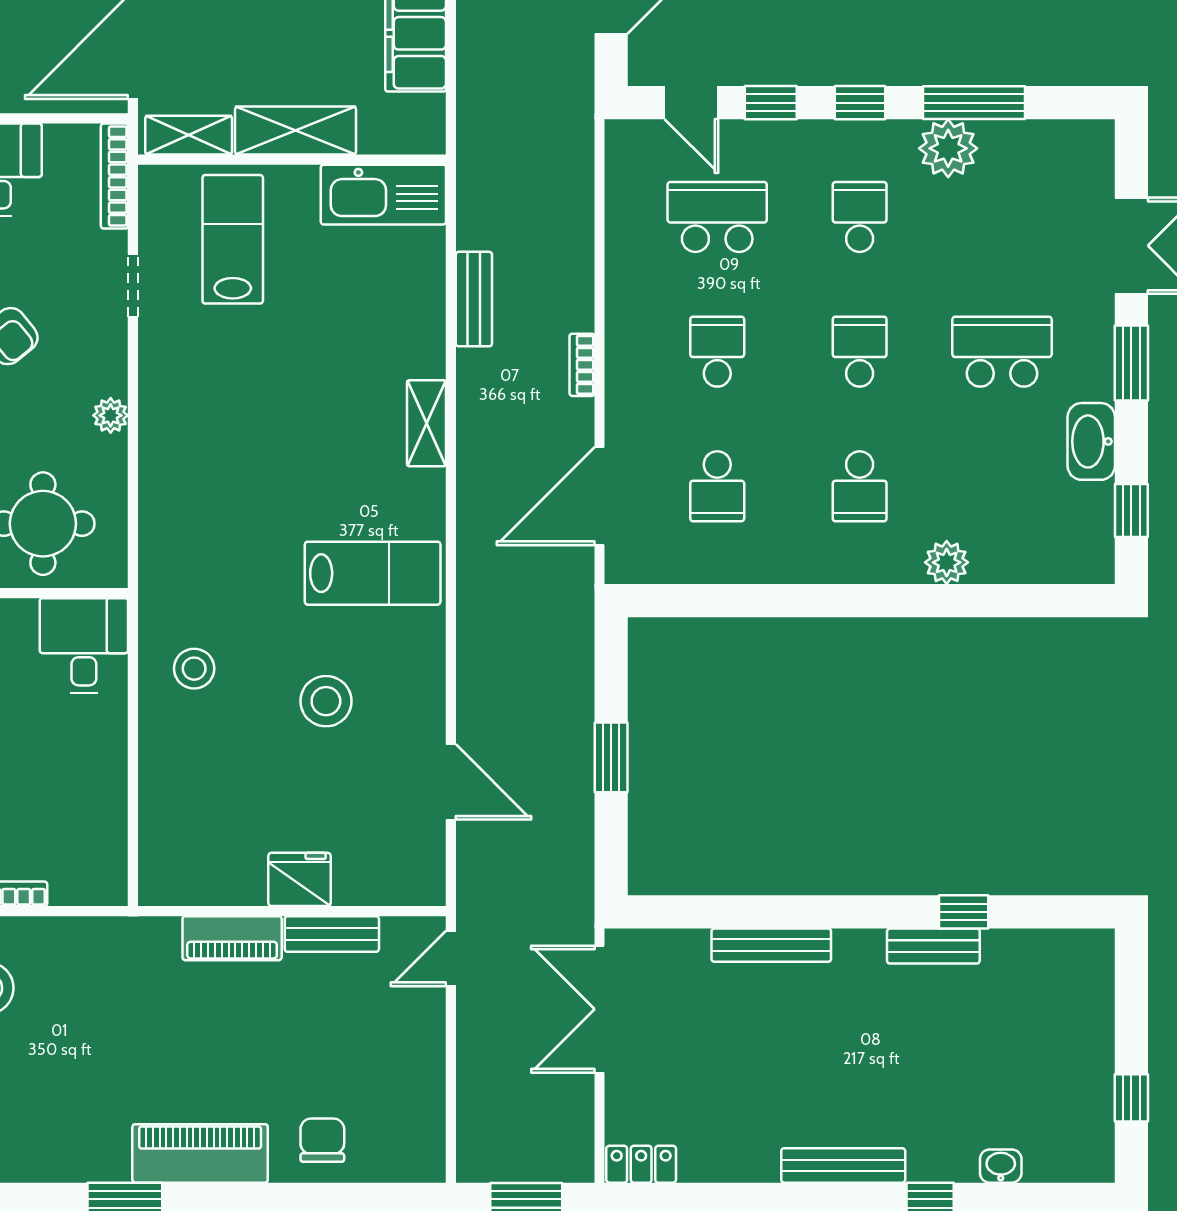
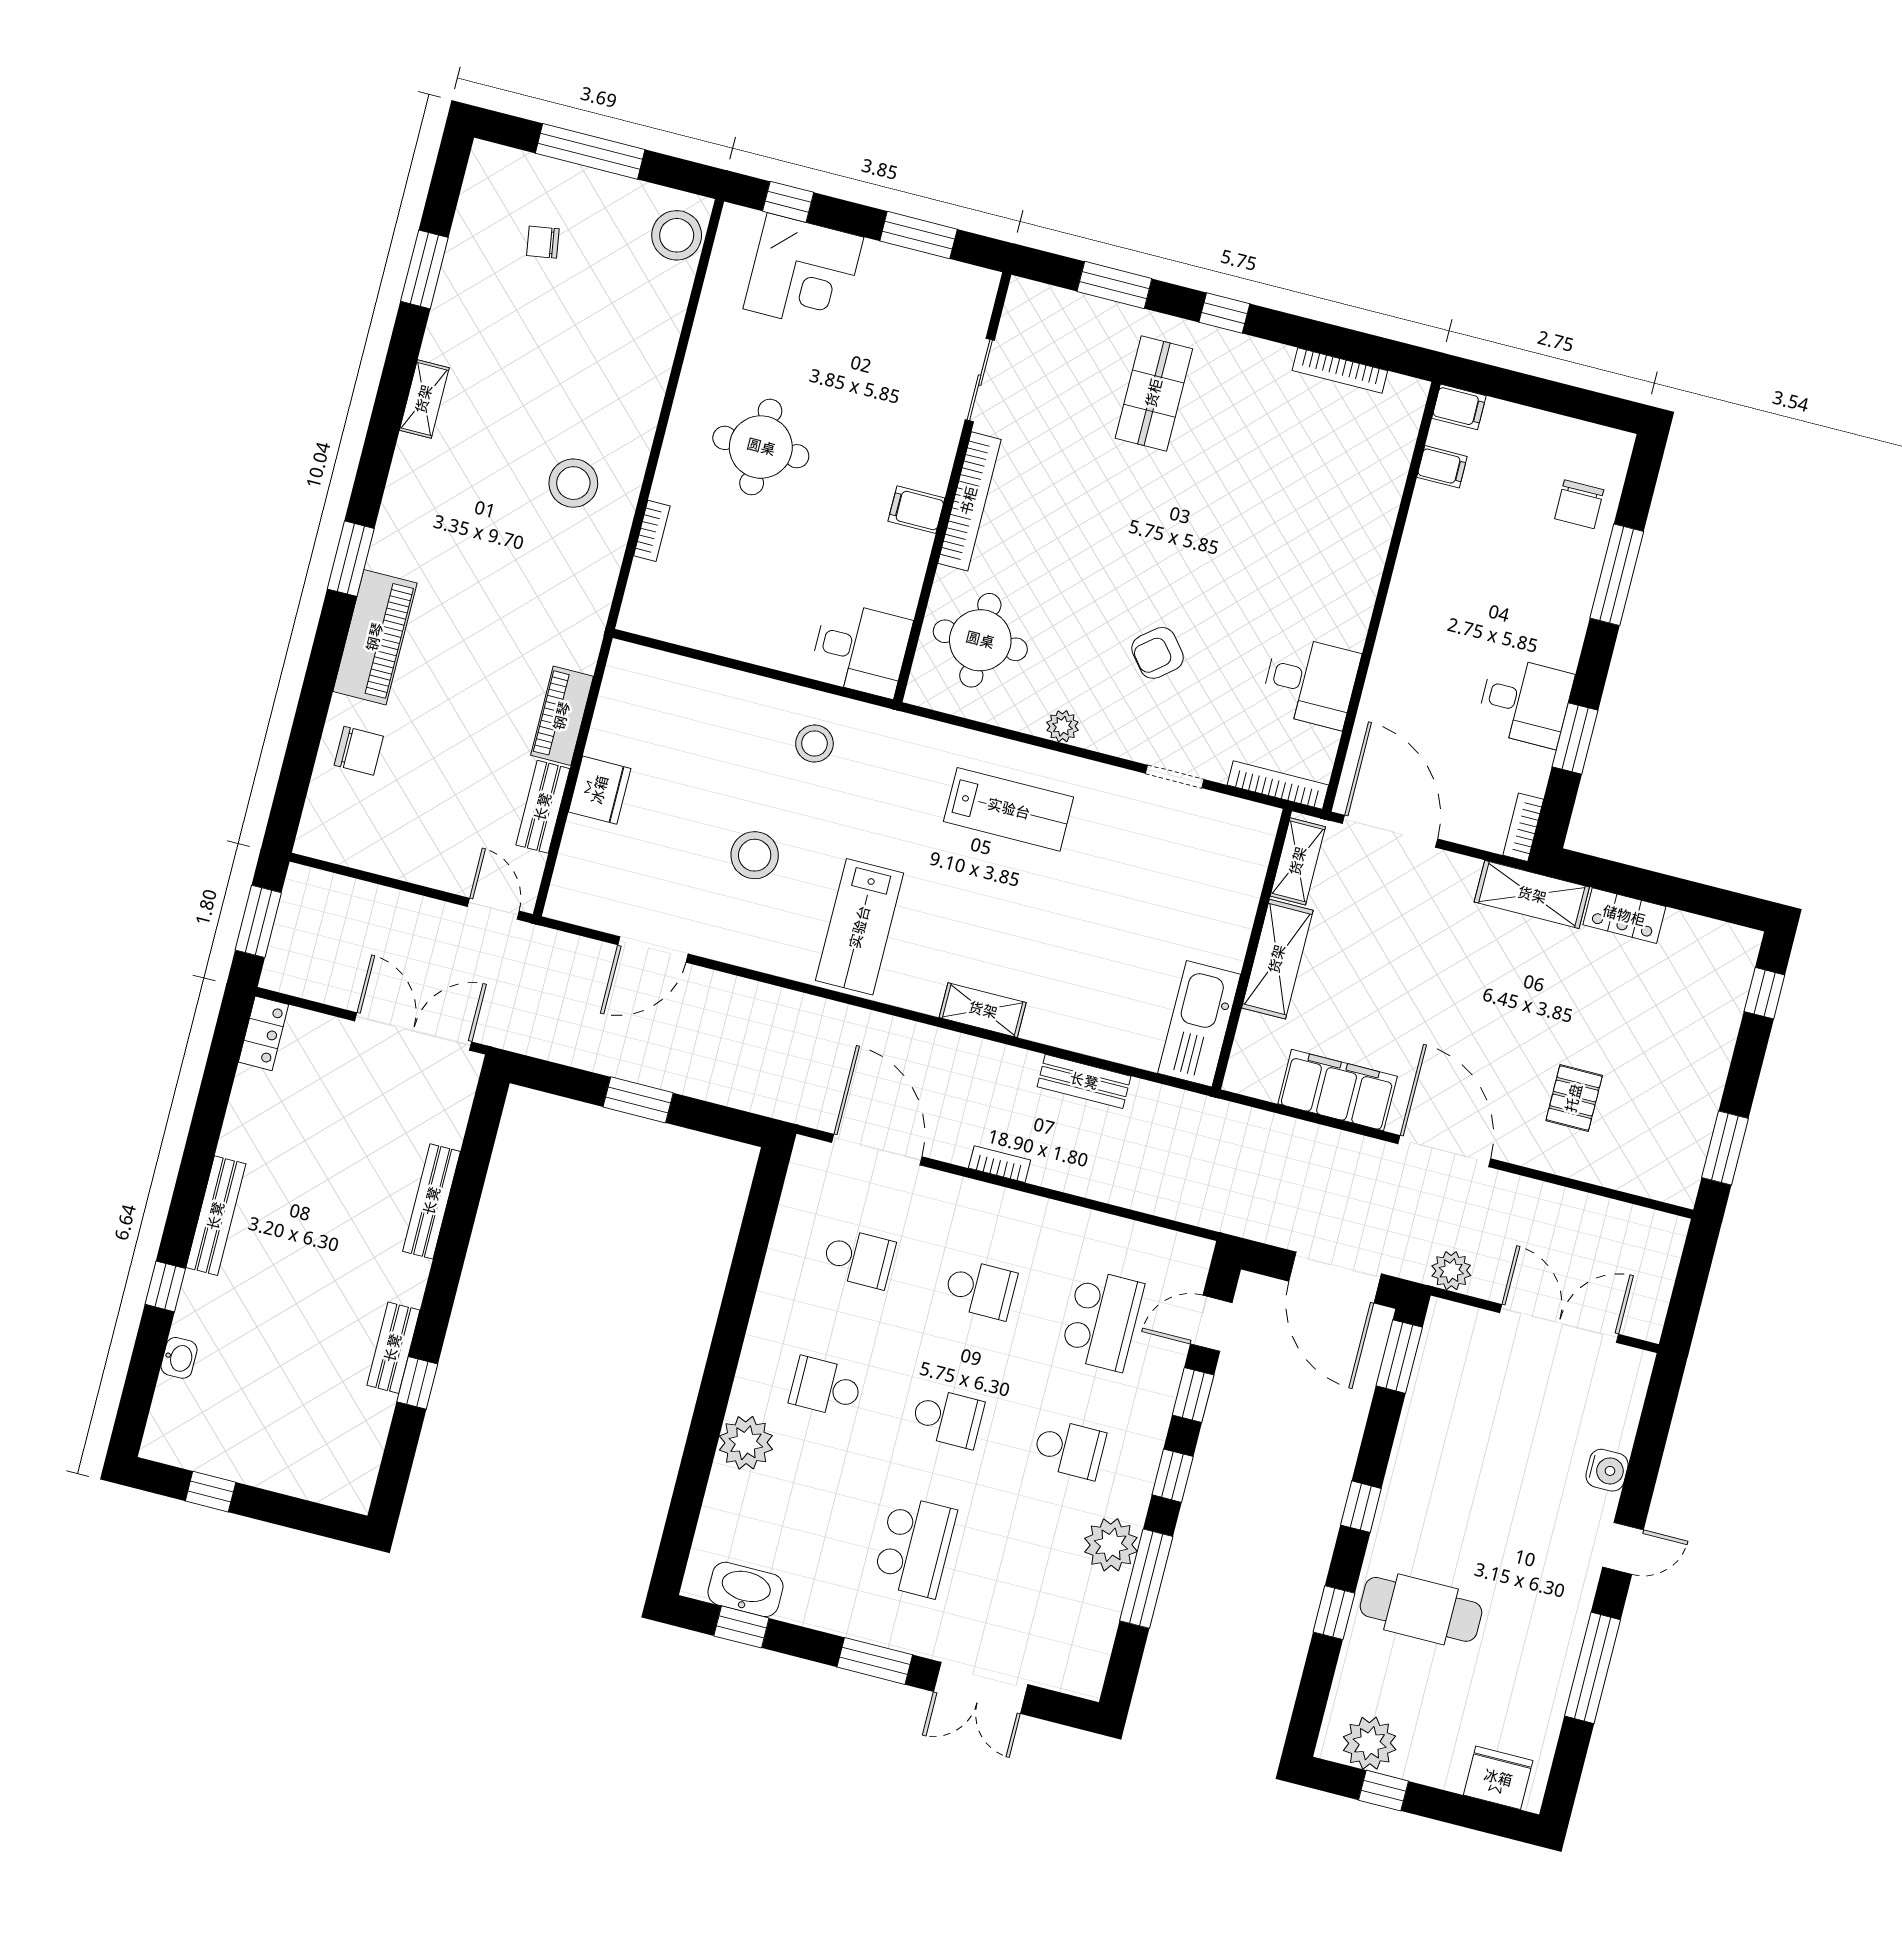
lab bench: (233, 239) -> (1009, 809), moved
washbasin: (1091, 441) -> (745, 1589), moved
school desk: (717, 486) -> (859, 1258), turned 180
plant: (947, 562) -> (746, 1443), width x1.36, depth x1.36

